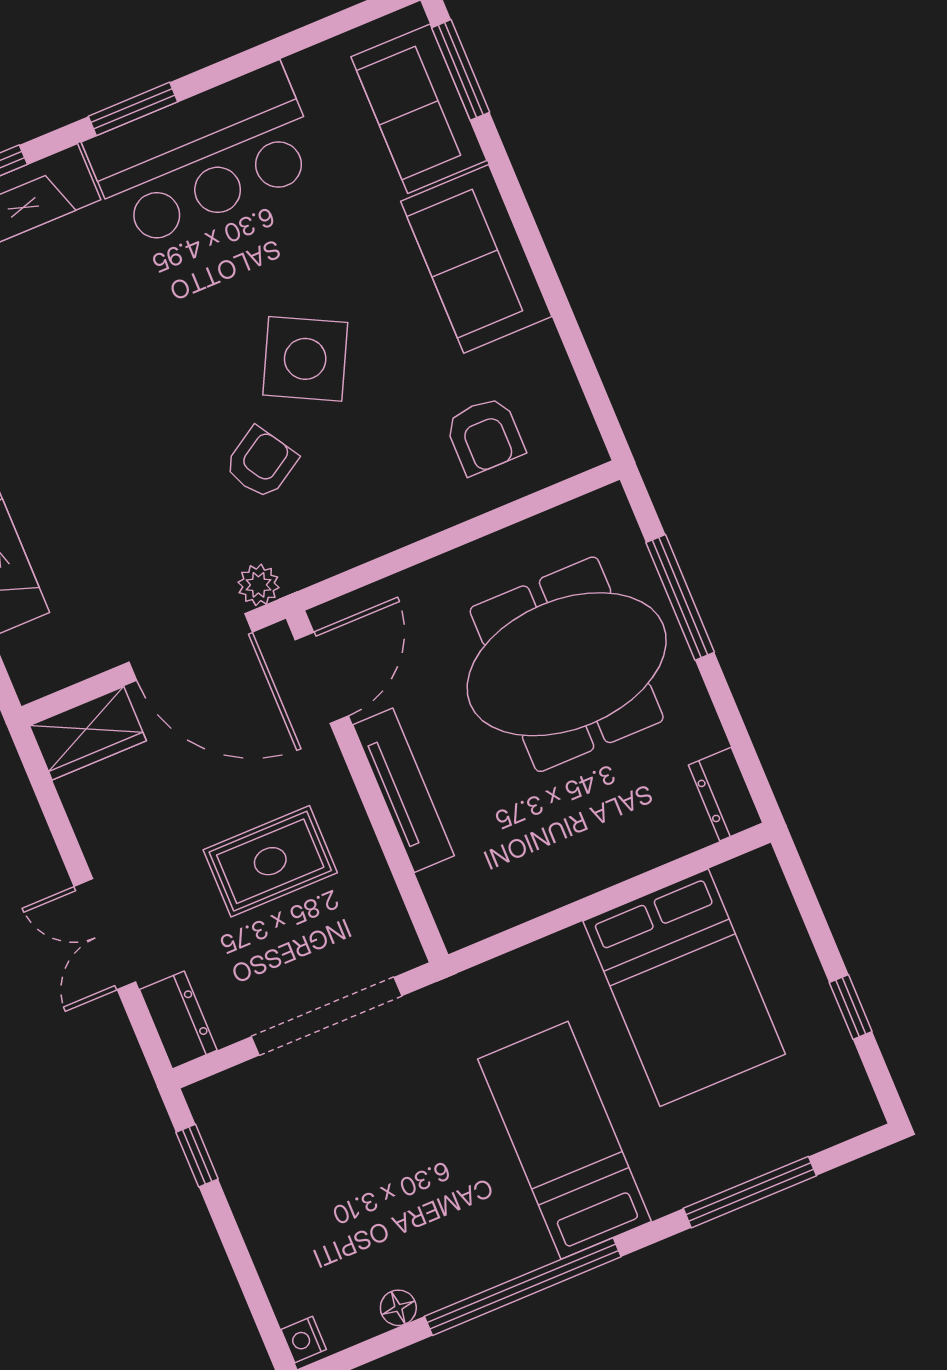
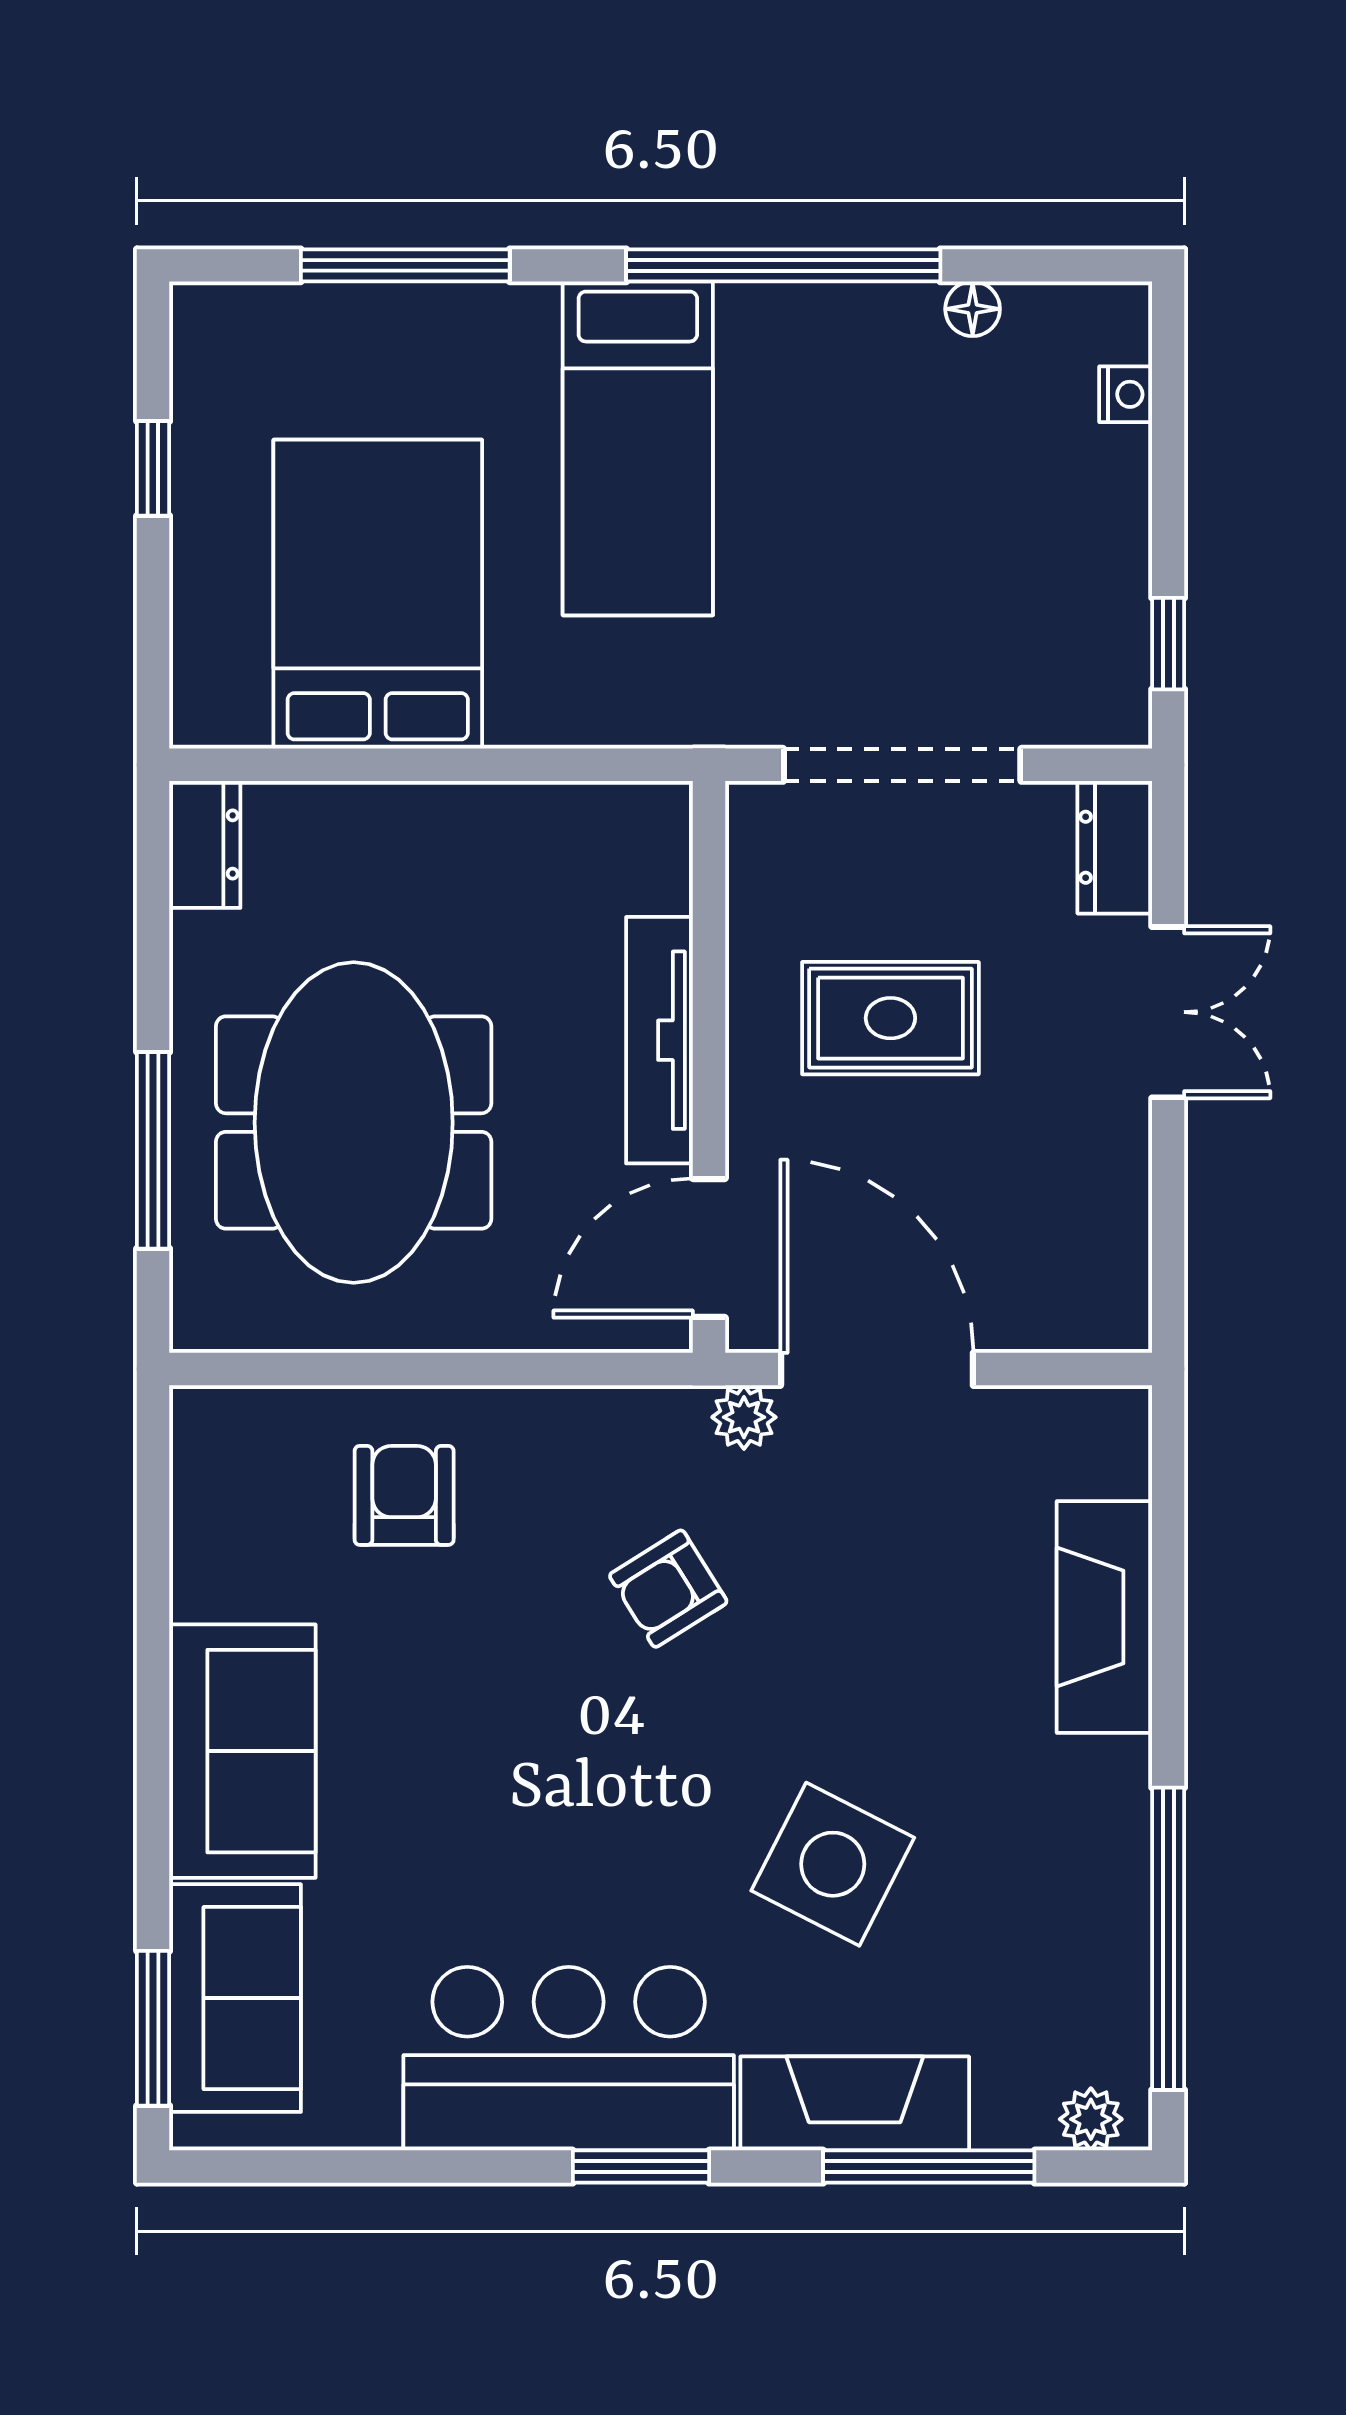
side table: (305, 359) -> (833, 1864), moved
armchair: (485, 436) -> (404, 1495), moved
meeting table: (567, 664) -> (354, 1123), turned 90
wardrobe: (88, 733) -> (1074, 1307), removed
nightstand: (304, 1340) -> (1126, 394), moved

